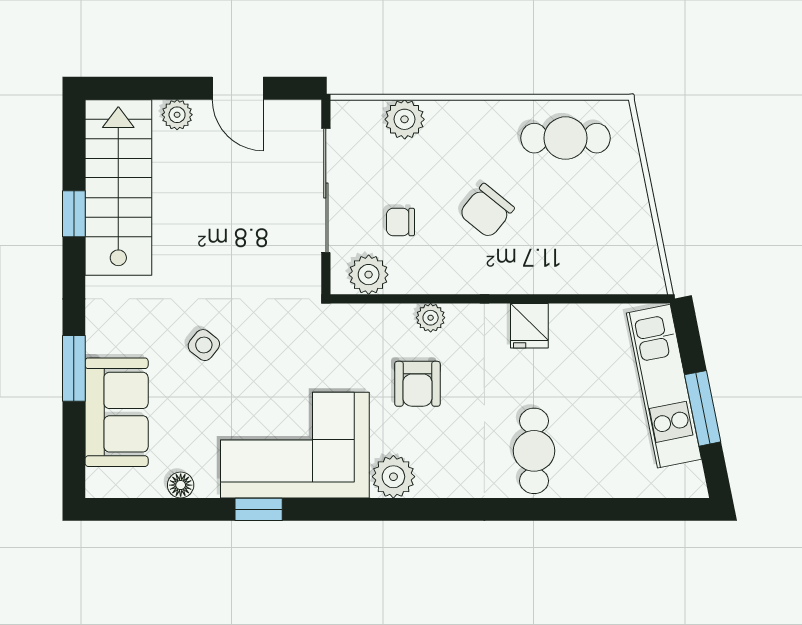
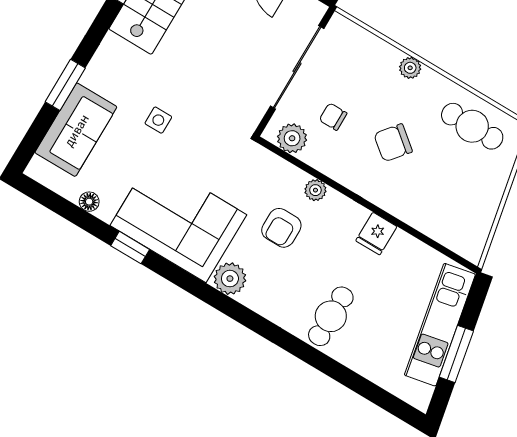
plant: (405, 119) -> (410, 68), moved, width x0.73, depth x0.73
side table: (204, 345) -> (158, 120), turned -38

